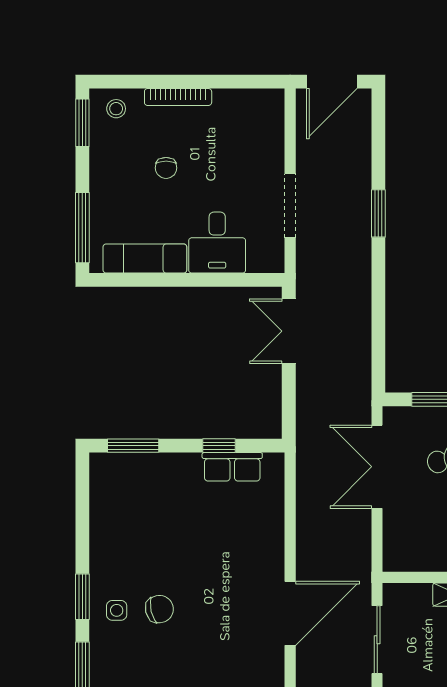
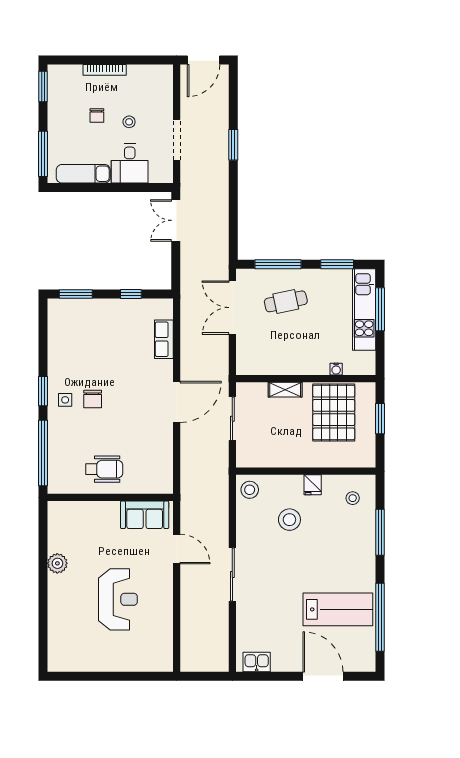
stool: (116, 109) -> (129, 122), moved
row of seats: (232, 467) -> (164, 339), moved, turned 90
chair: (159, 609) -> (93, 399), turned 103

